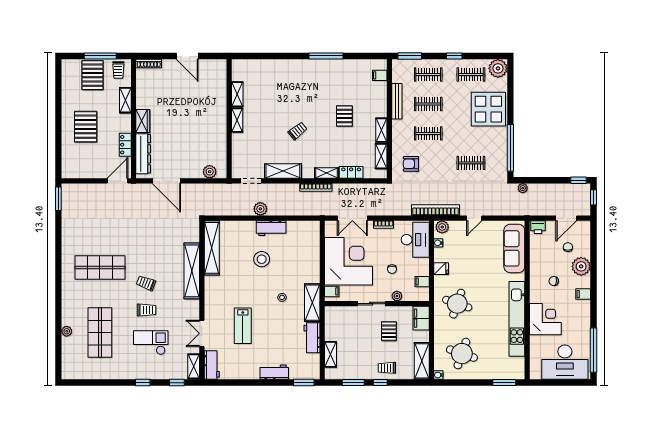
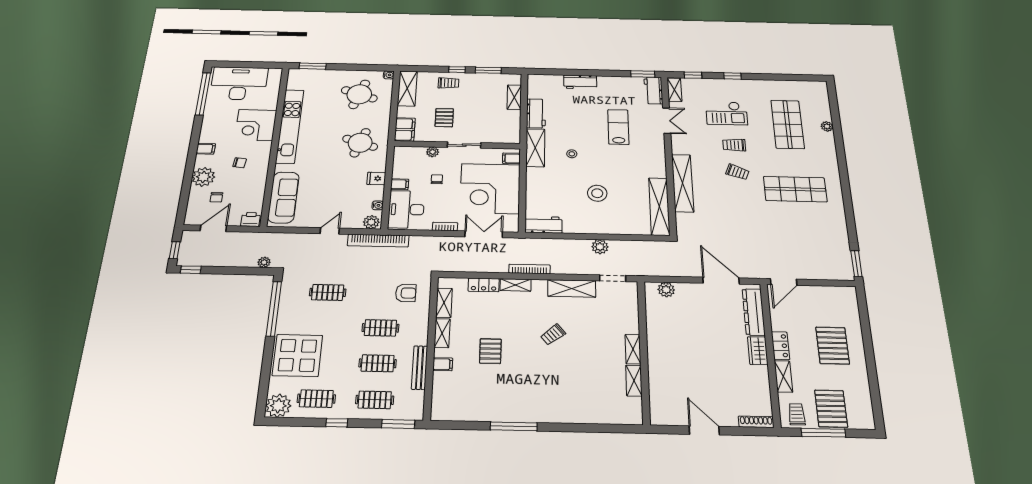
filing cabinet: (380, 75) -> (443, 364), moved
locker: (125, 145) -> (780, 346), moved
workbench: (271, 228) -> (543, 225), moved
filing cabinet: (422, 282) -> (400, 184), moved
window: (304, 383) -> (643, 74), moved

